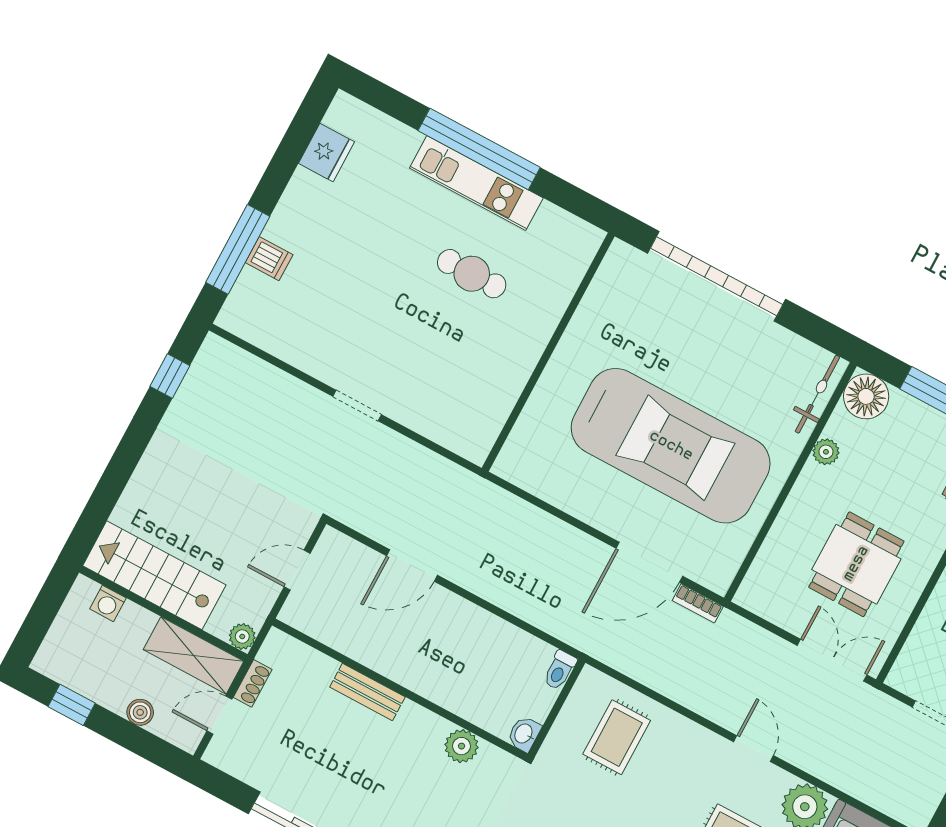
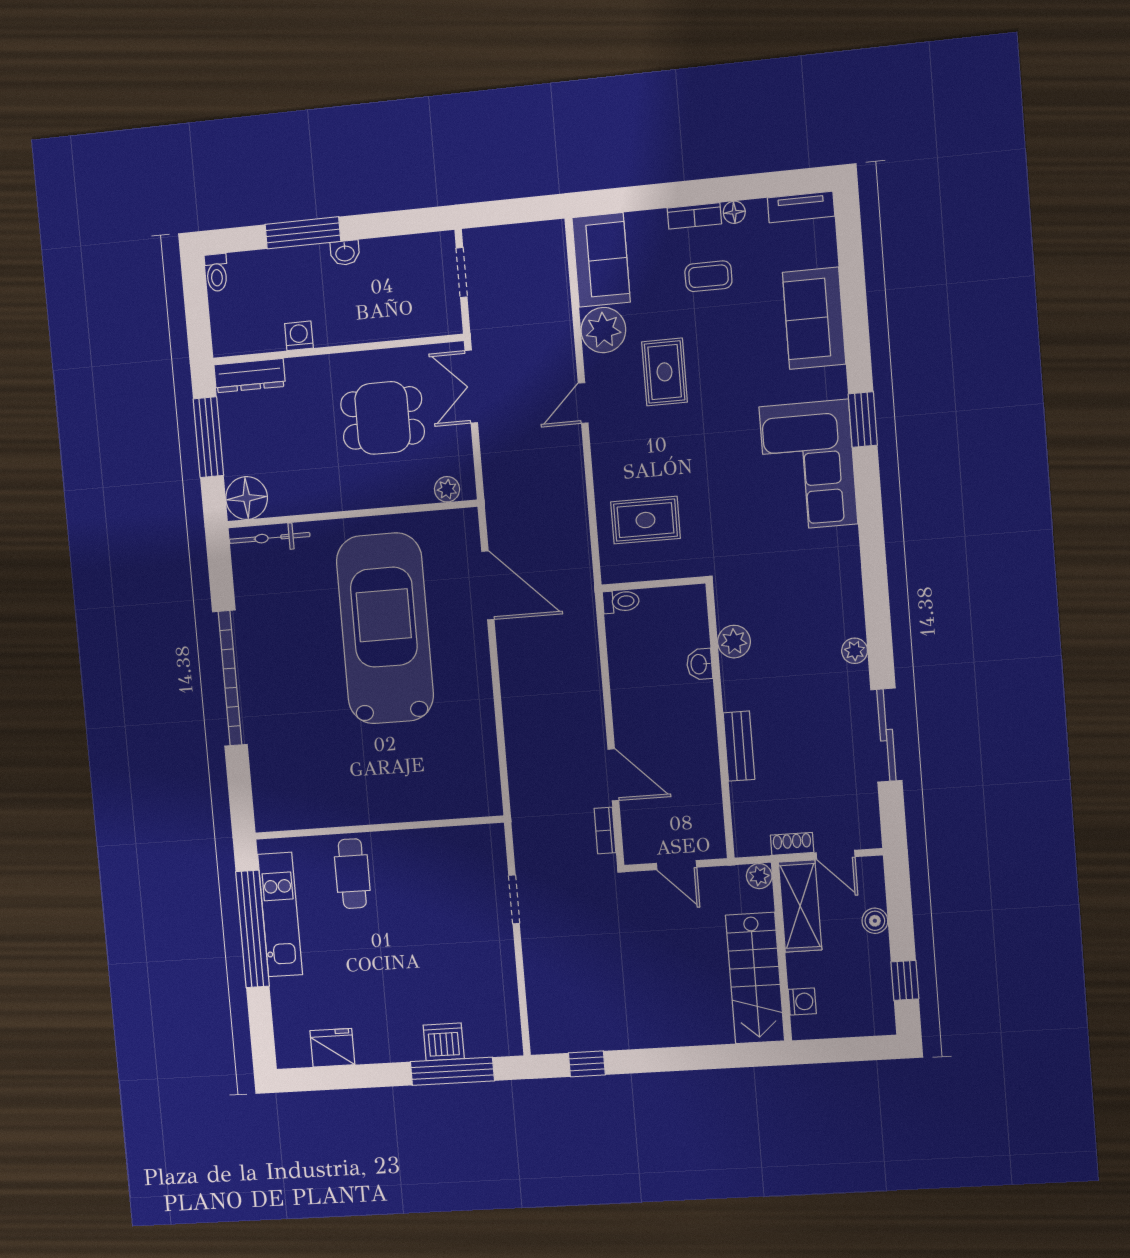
dishwasher: (269, 259) -> (444, 1042), width x1.38
wall: (548, 352) -> (379, 828), moved
plant: (826, 452) -> (447, 489), moved
bookcase: (698, 603) -> (605, 830), moved, turned 180
washbasin: (524, 734) -> (699, 664), moved, turned 90

